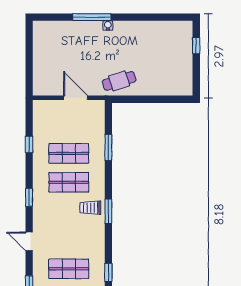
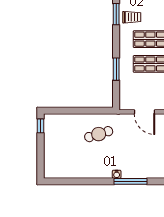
window: (196, 45) -> (41, 126), moved
cafe table: (119, 81) -> (99, 134), moved

